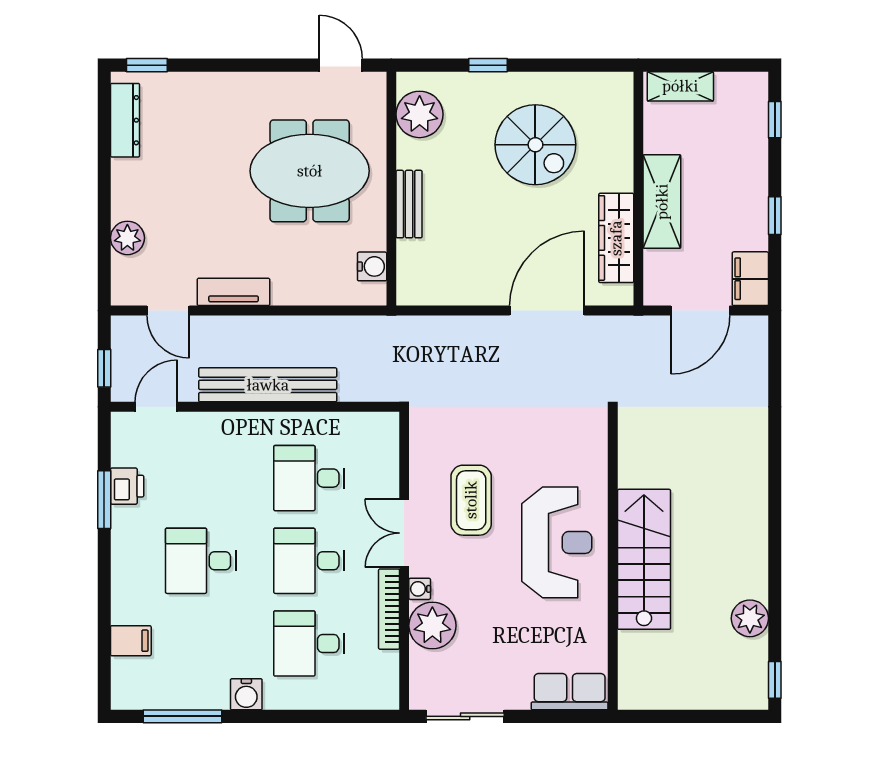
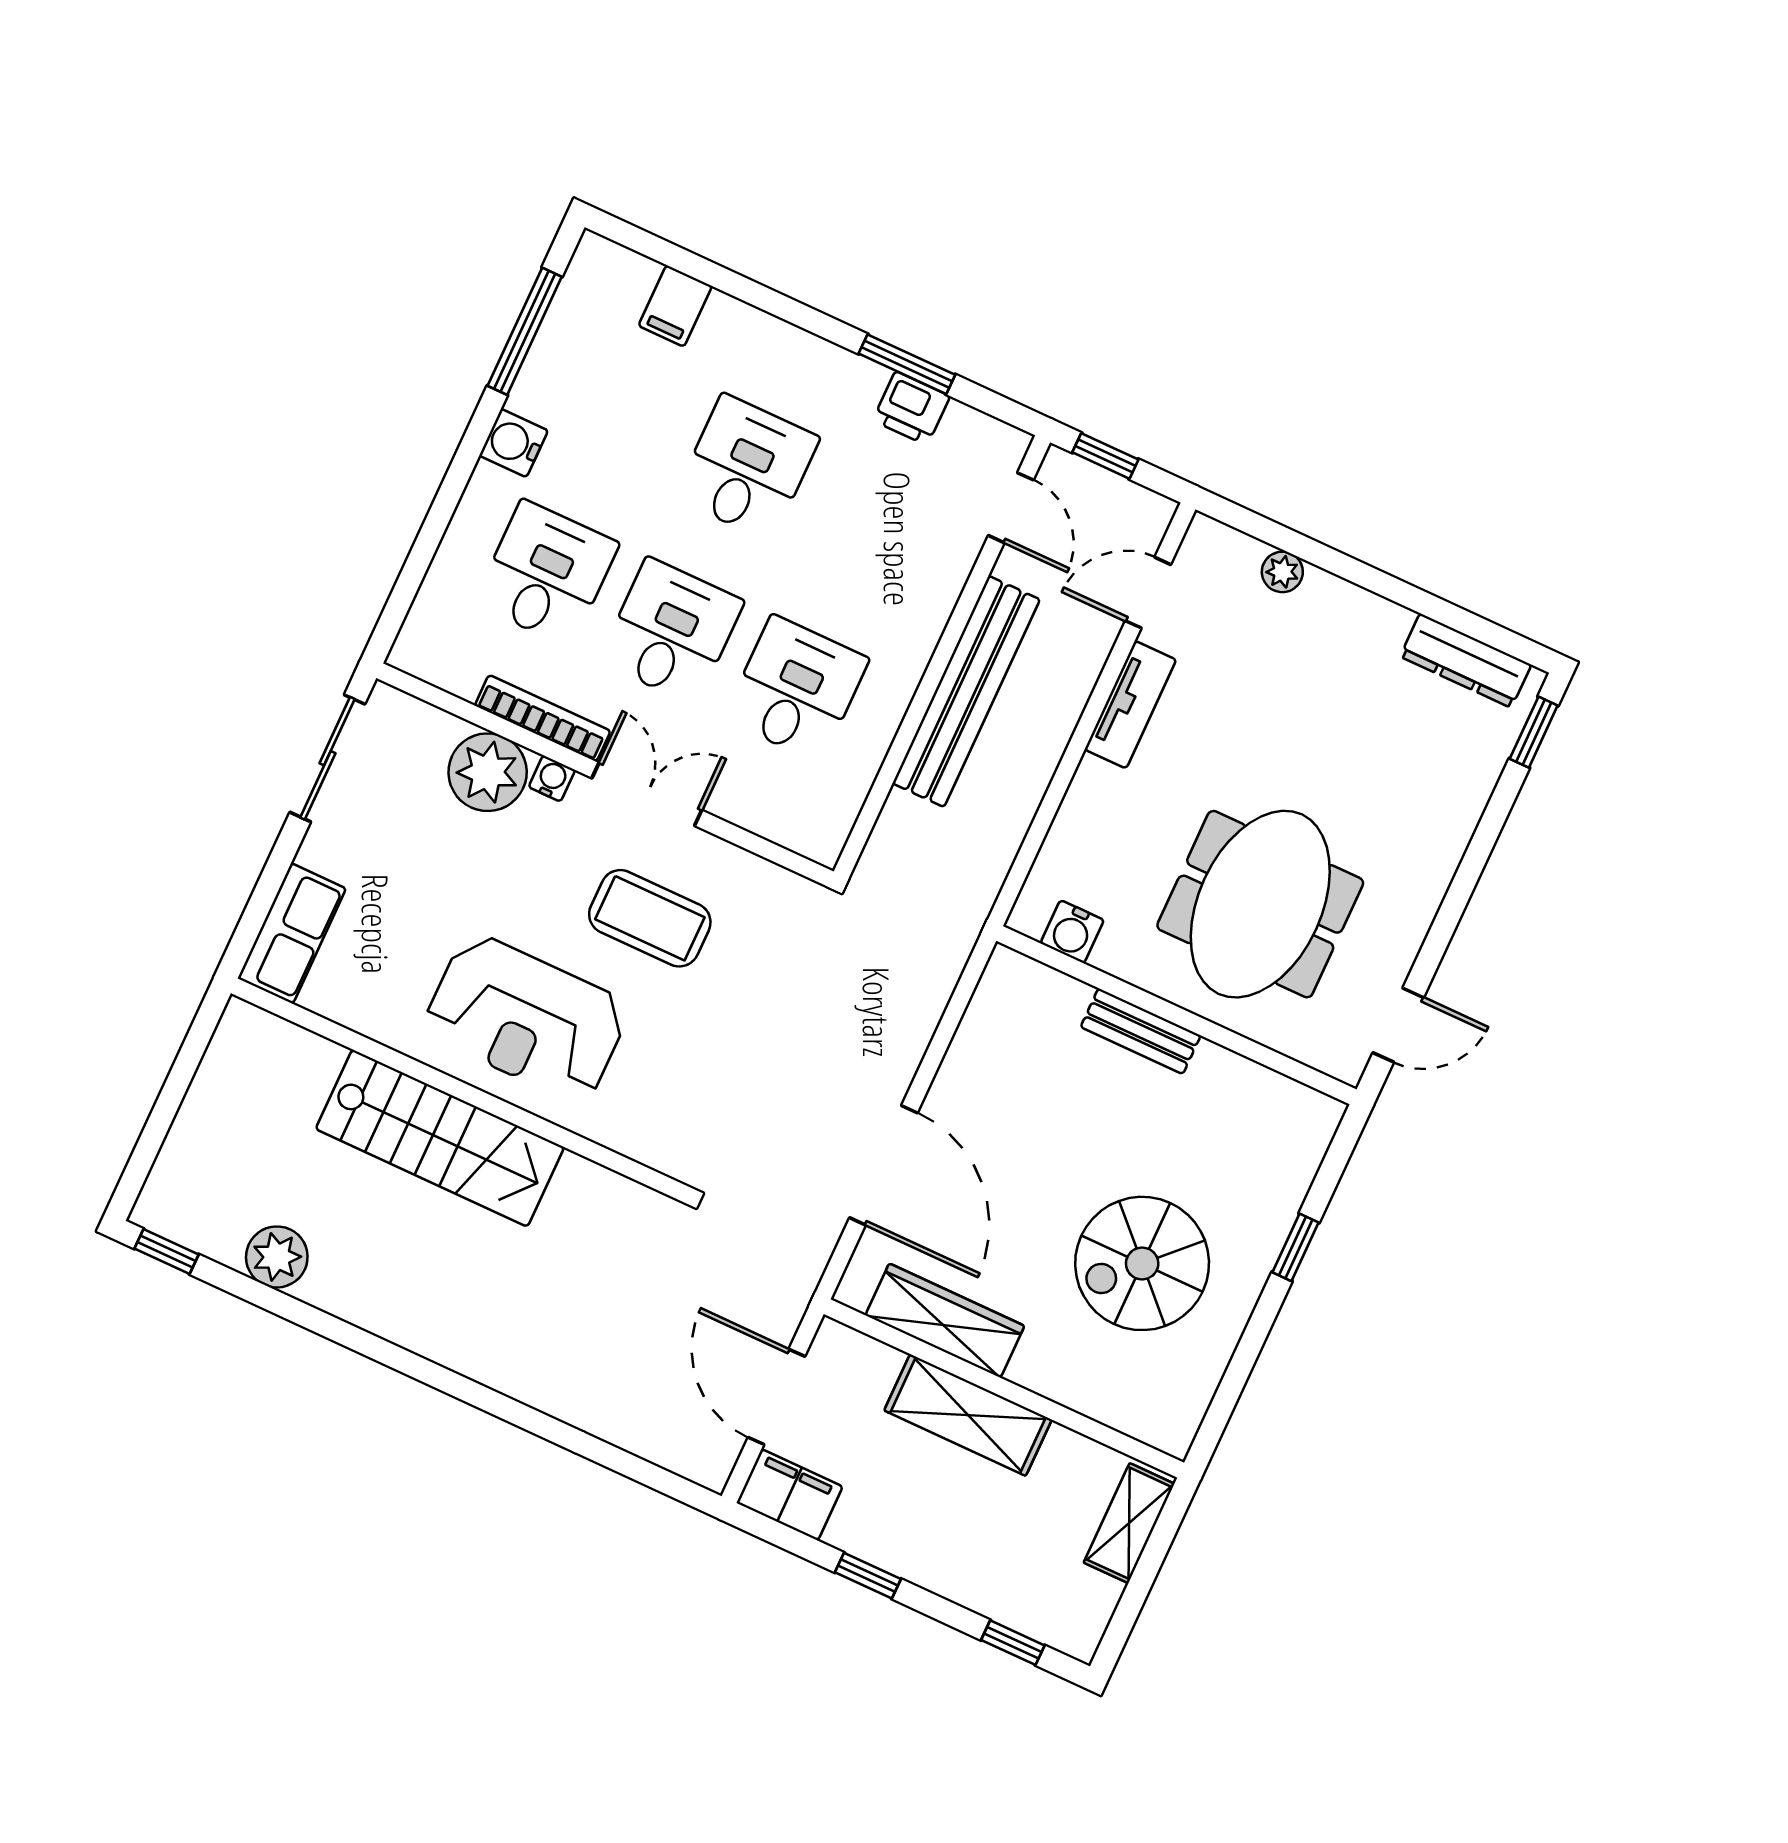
plant: (420, 114) -> (1269, 1110), removed
plant: (127, 238) -> (1282, 572), width x0.73, depth x0.73

